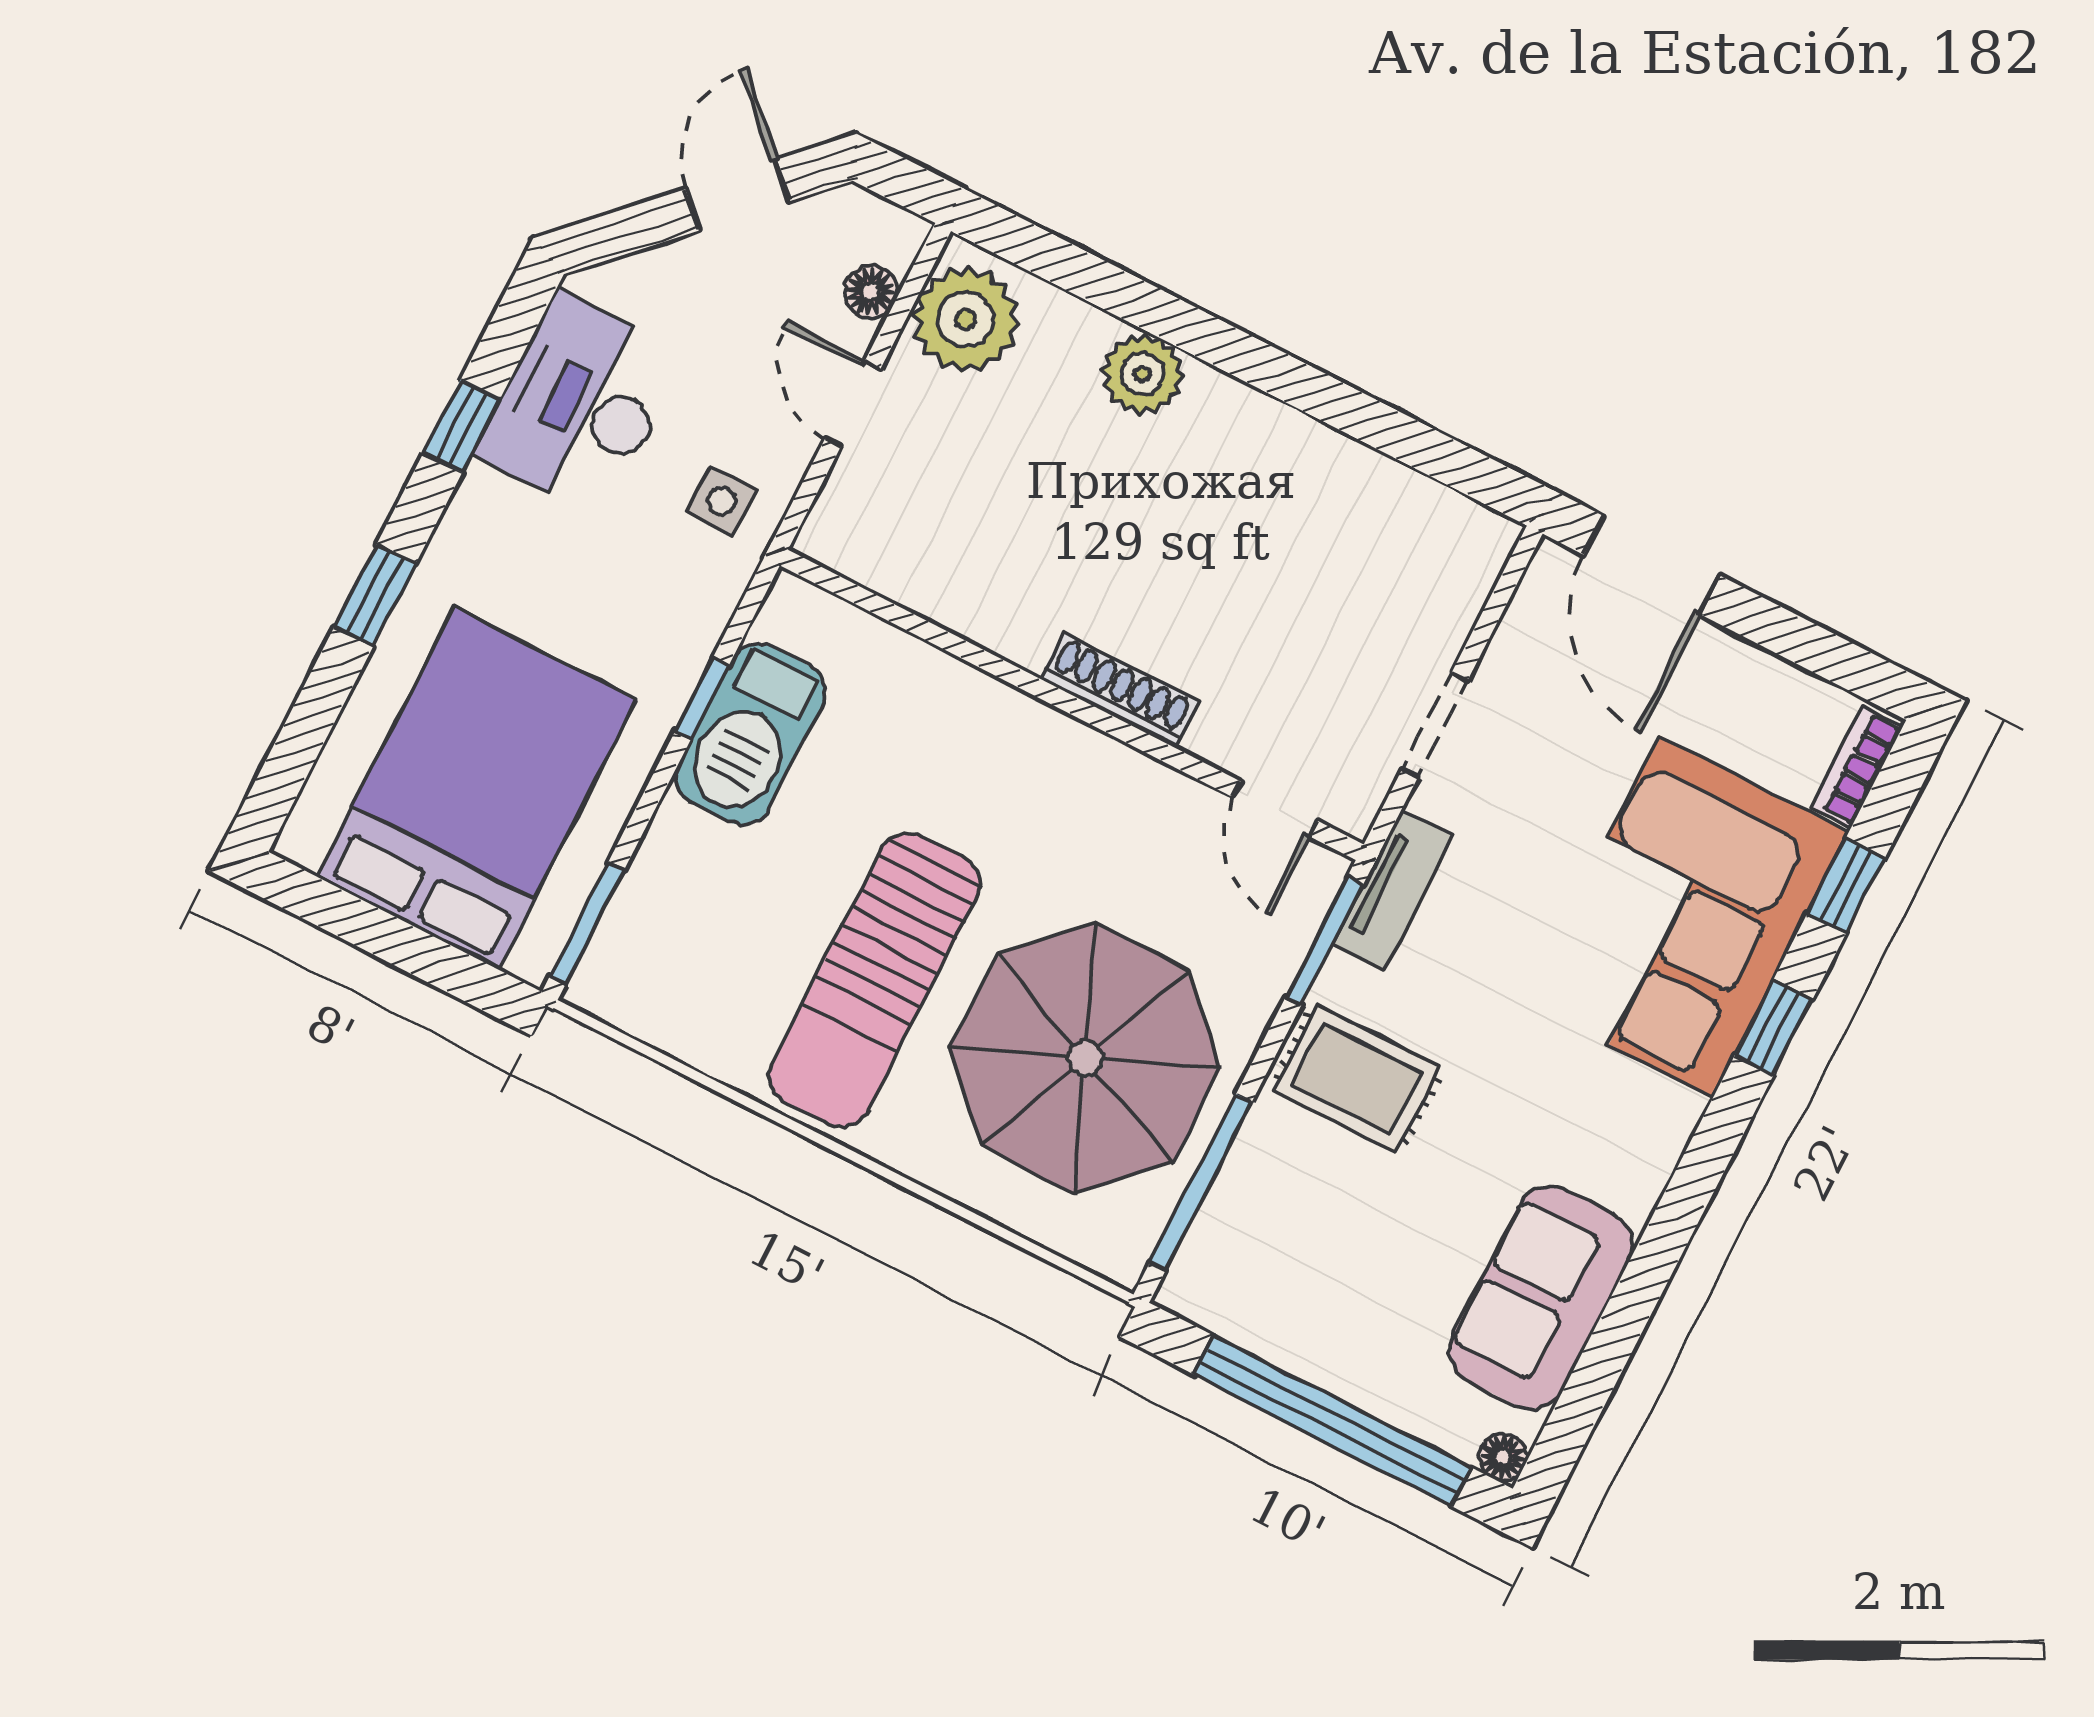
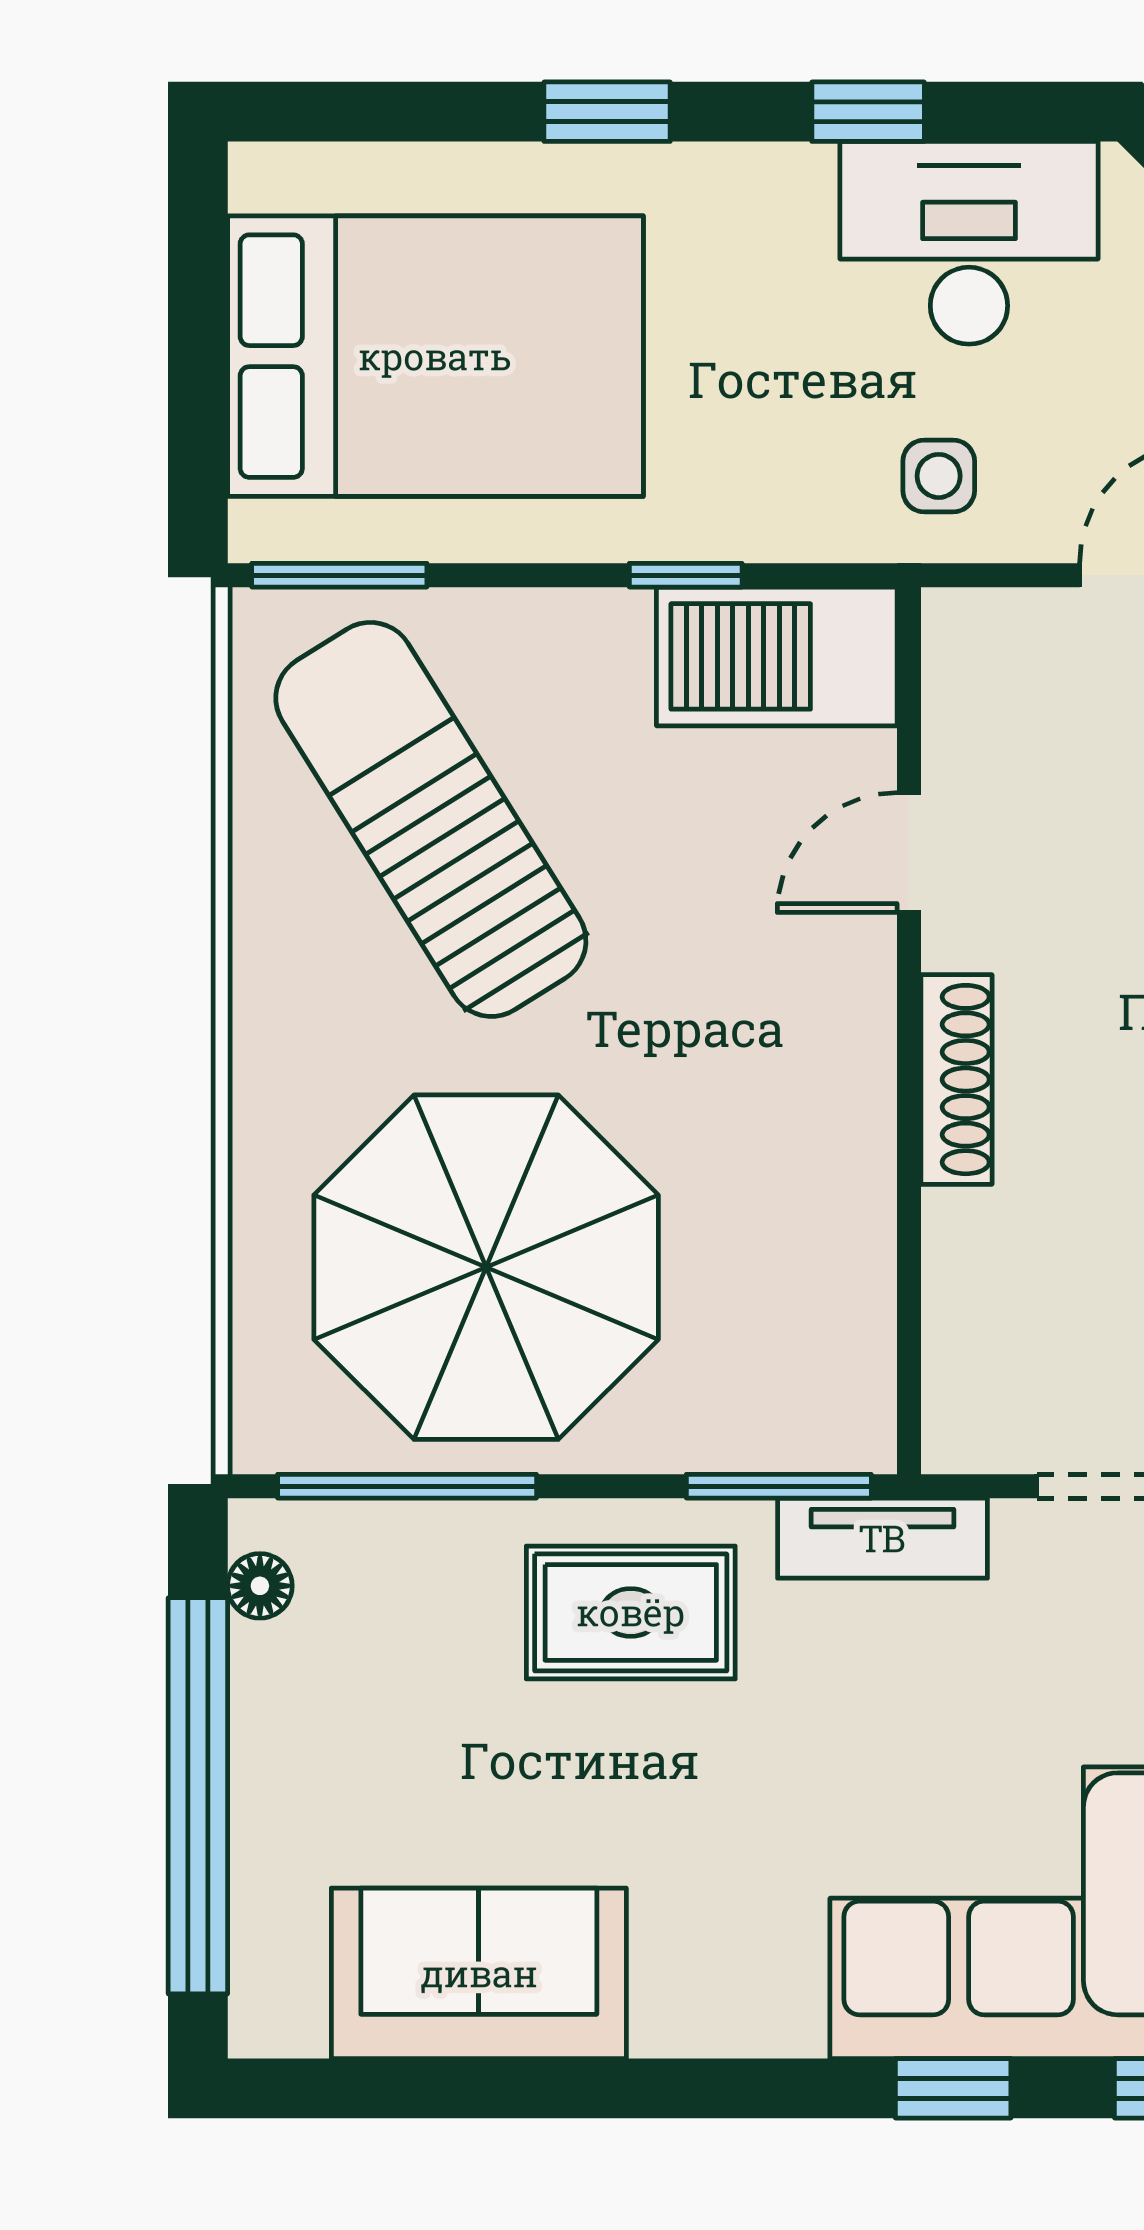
barbecue: (750, 734) -> (777, 656), moved
door: (1275, 809) -> (909, 853), moved
sun lounger: (874, 980) -> (431, 819), moved, turned 58
rug: (1357, 1079) -> (631, 1612), turned 90
floor lamp: (1503, 1457) -> (260, 1586), moved

